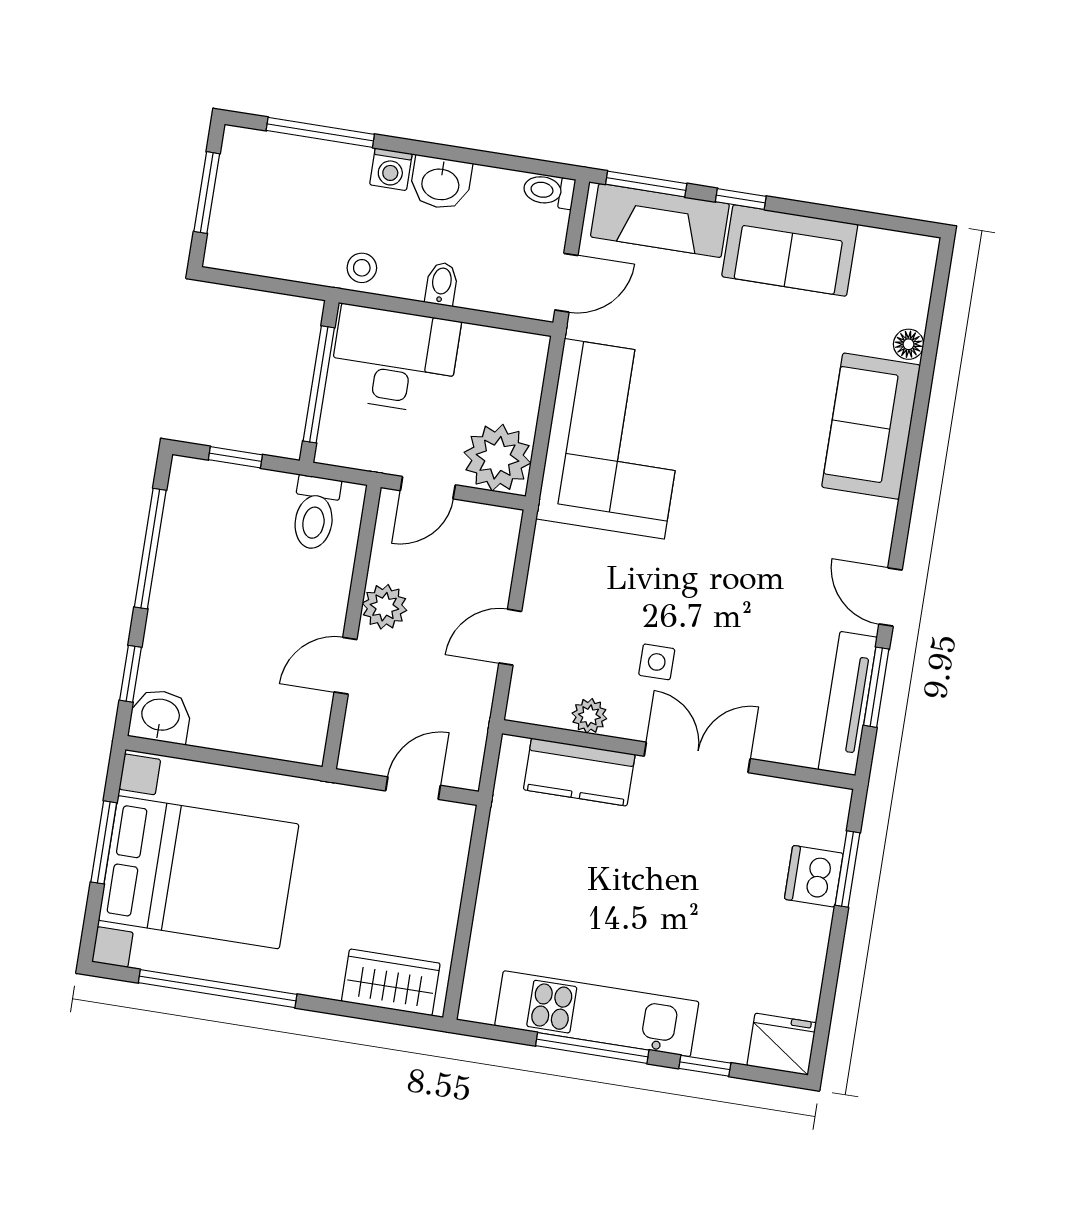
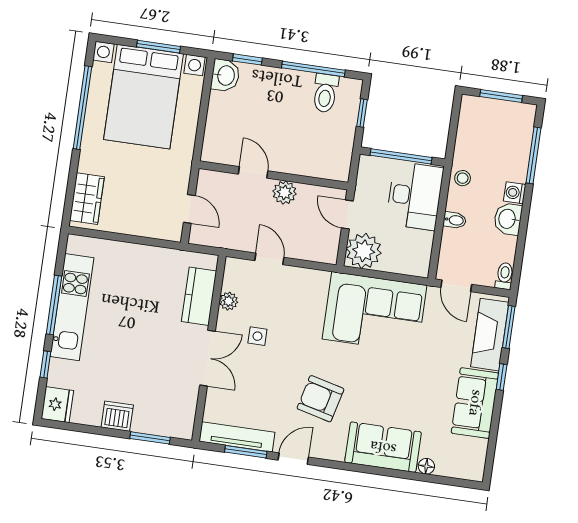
toilet: (315, 513) -> (325, 93), moved, turned -90
armchair: (777, 544) -> (320, 399), added
dishwasher: (814, 876) -> (117, 416), moved

